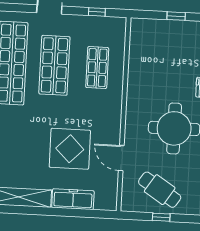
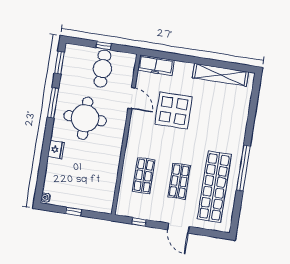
shop shelf: (54, 65) -> (179, 181), width x0.70, depth x0.74
cafe table: (160, 190) -> (102, 69), turned 57
freezer: (73, 199) -> (156, 65), moved

